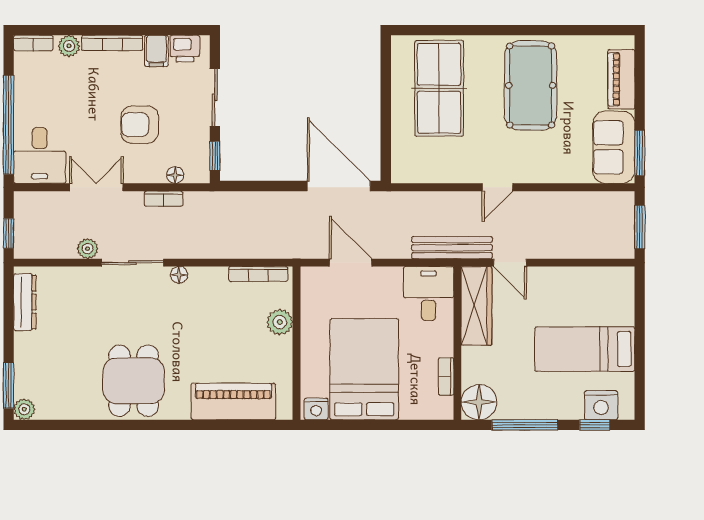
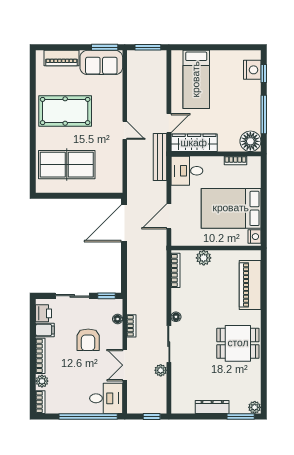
dresser: (25, 302) -> (212, 407), moved
bed: (585, 349) -> (196, 79), moved

